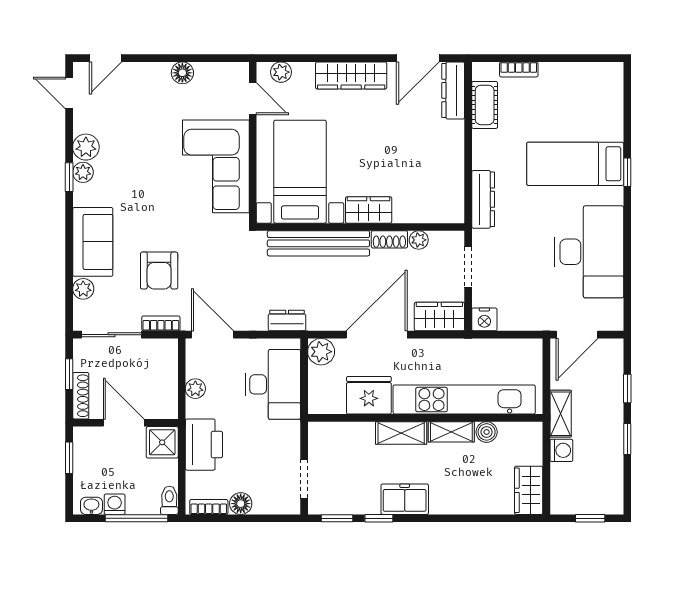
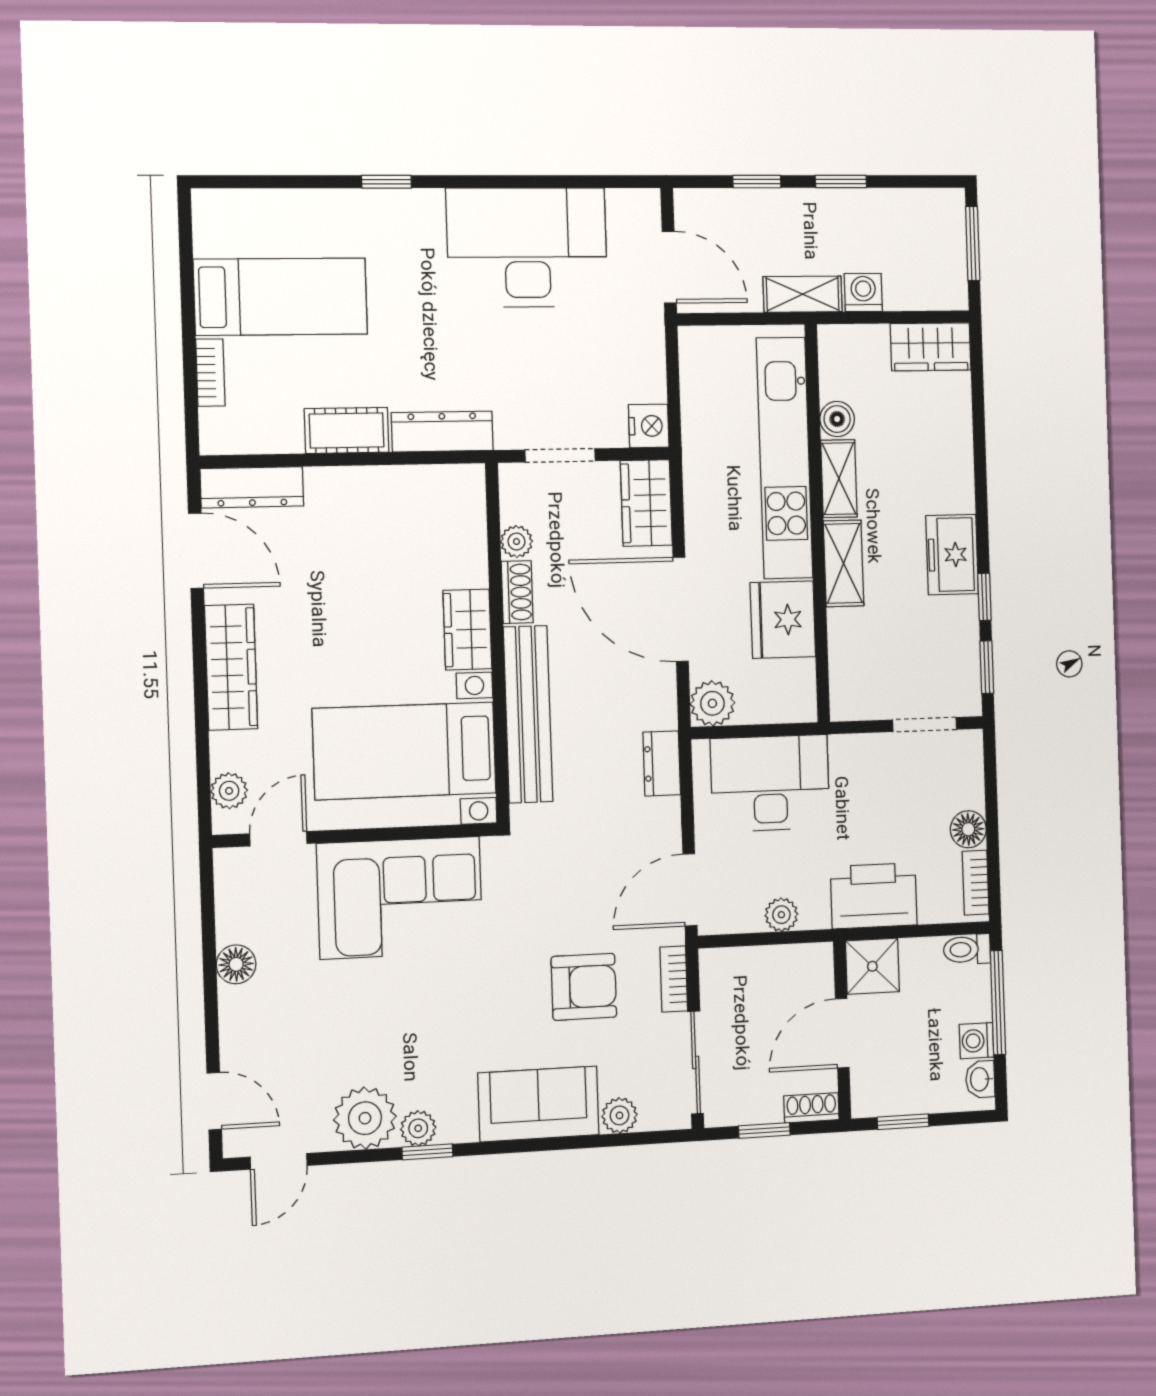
cot: (485, 105) -> (347, 430), moved
plant: (86, 147) -> (365, 1118), width x1.36, depth x1.36
bed: (575, 164) -> (281, 297), moved, turned -90
shoe rack: (81, 396) -> (811, 1108), width x0.70
window: (590, 518) -> (973, 243), width x1.50

